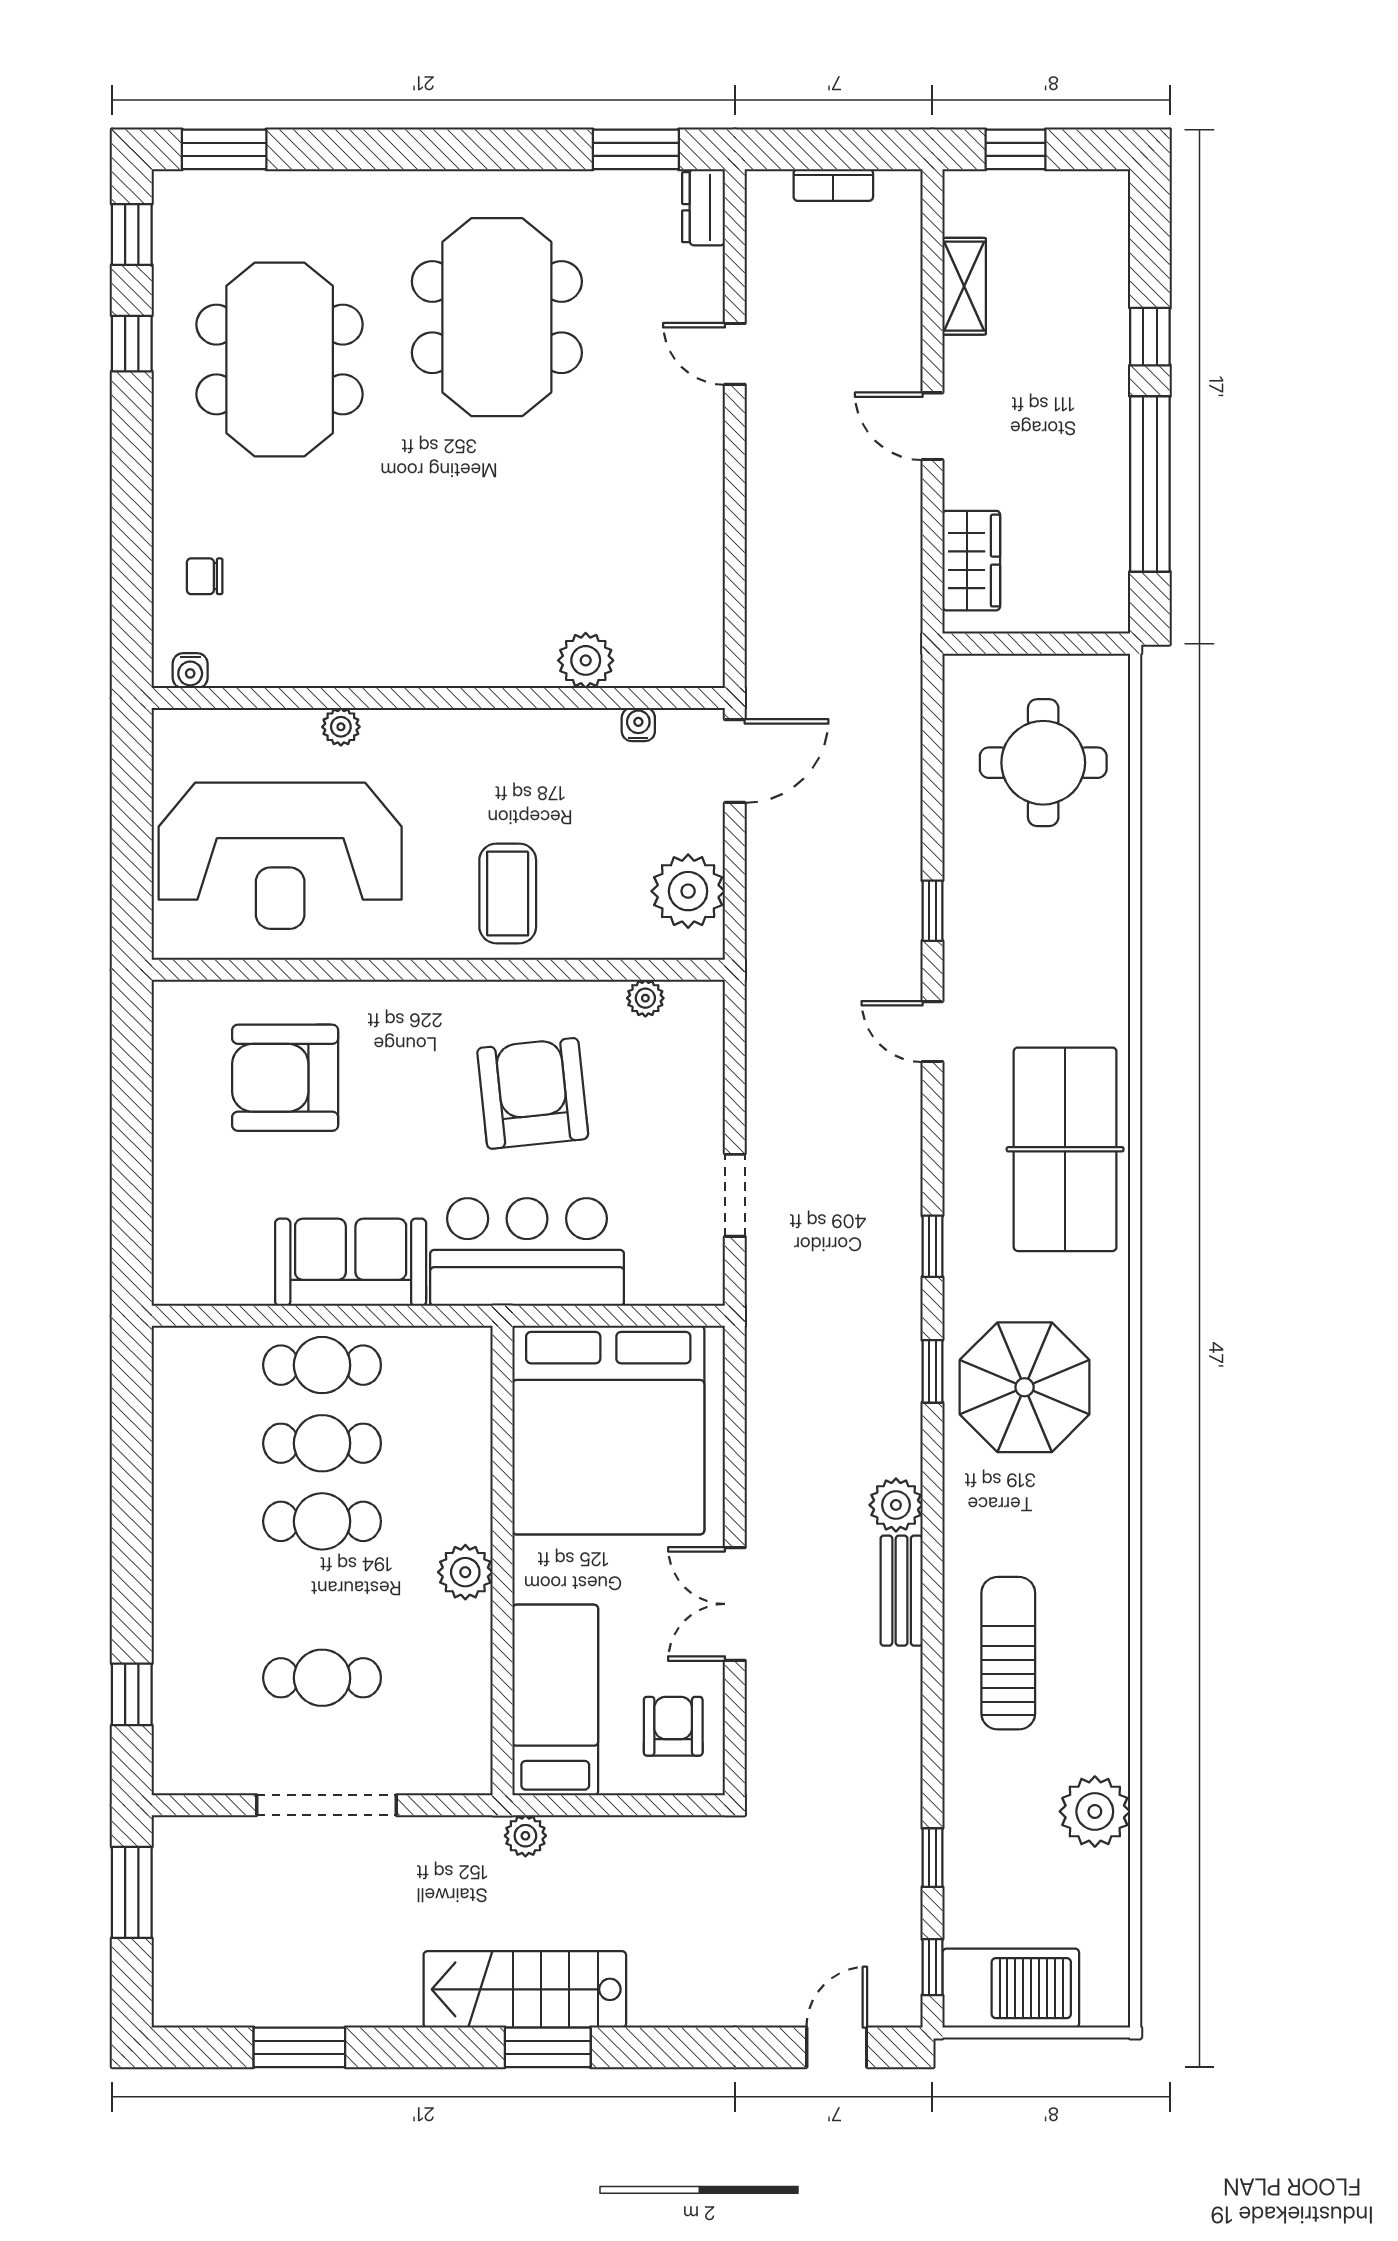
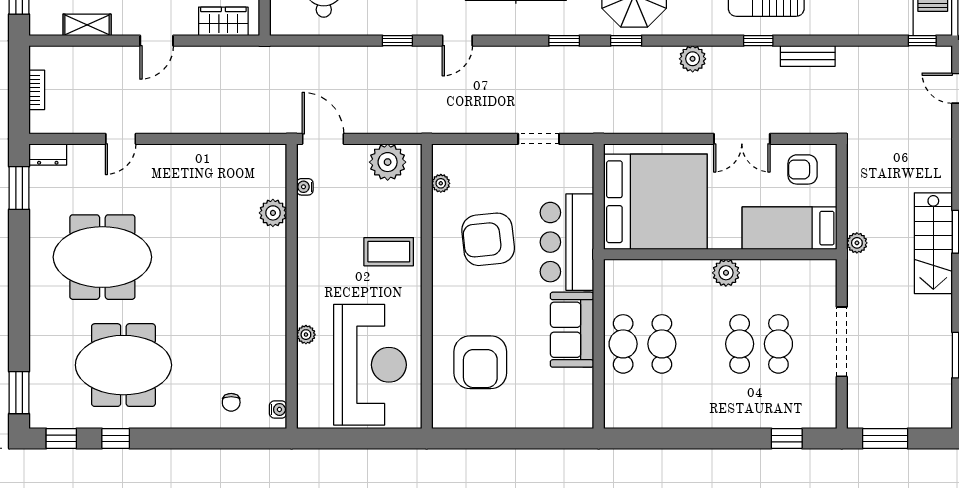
cafe table: (322, 1521) -> (740, 344), moved
bench: (902, 1591) -> (808, 56), moved
window: (932, 1858) -> (758, 41), moved

